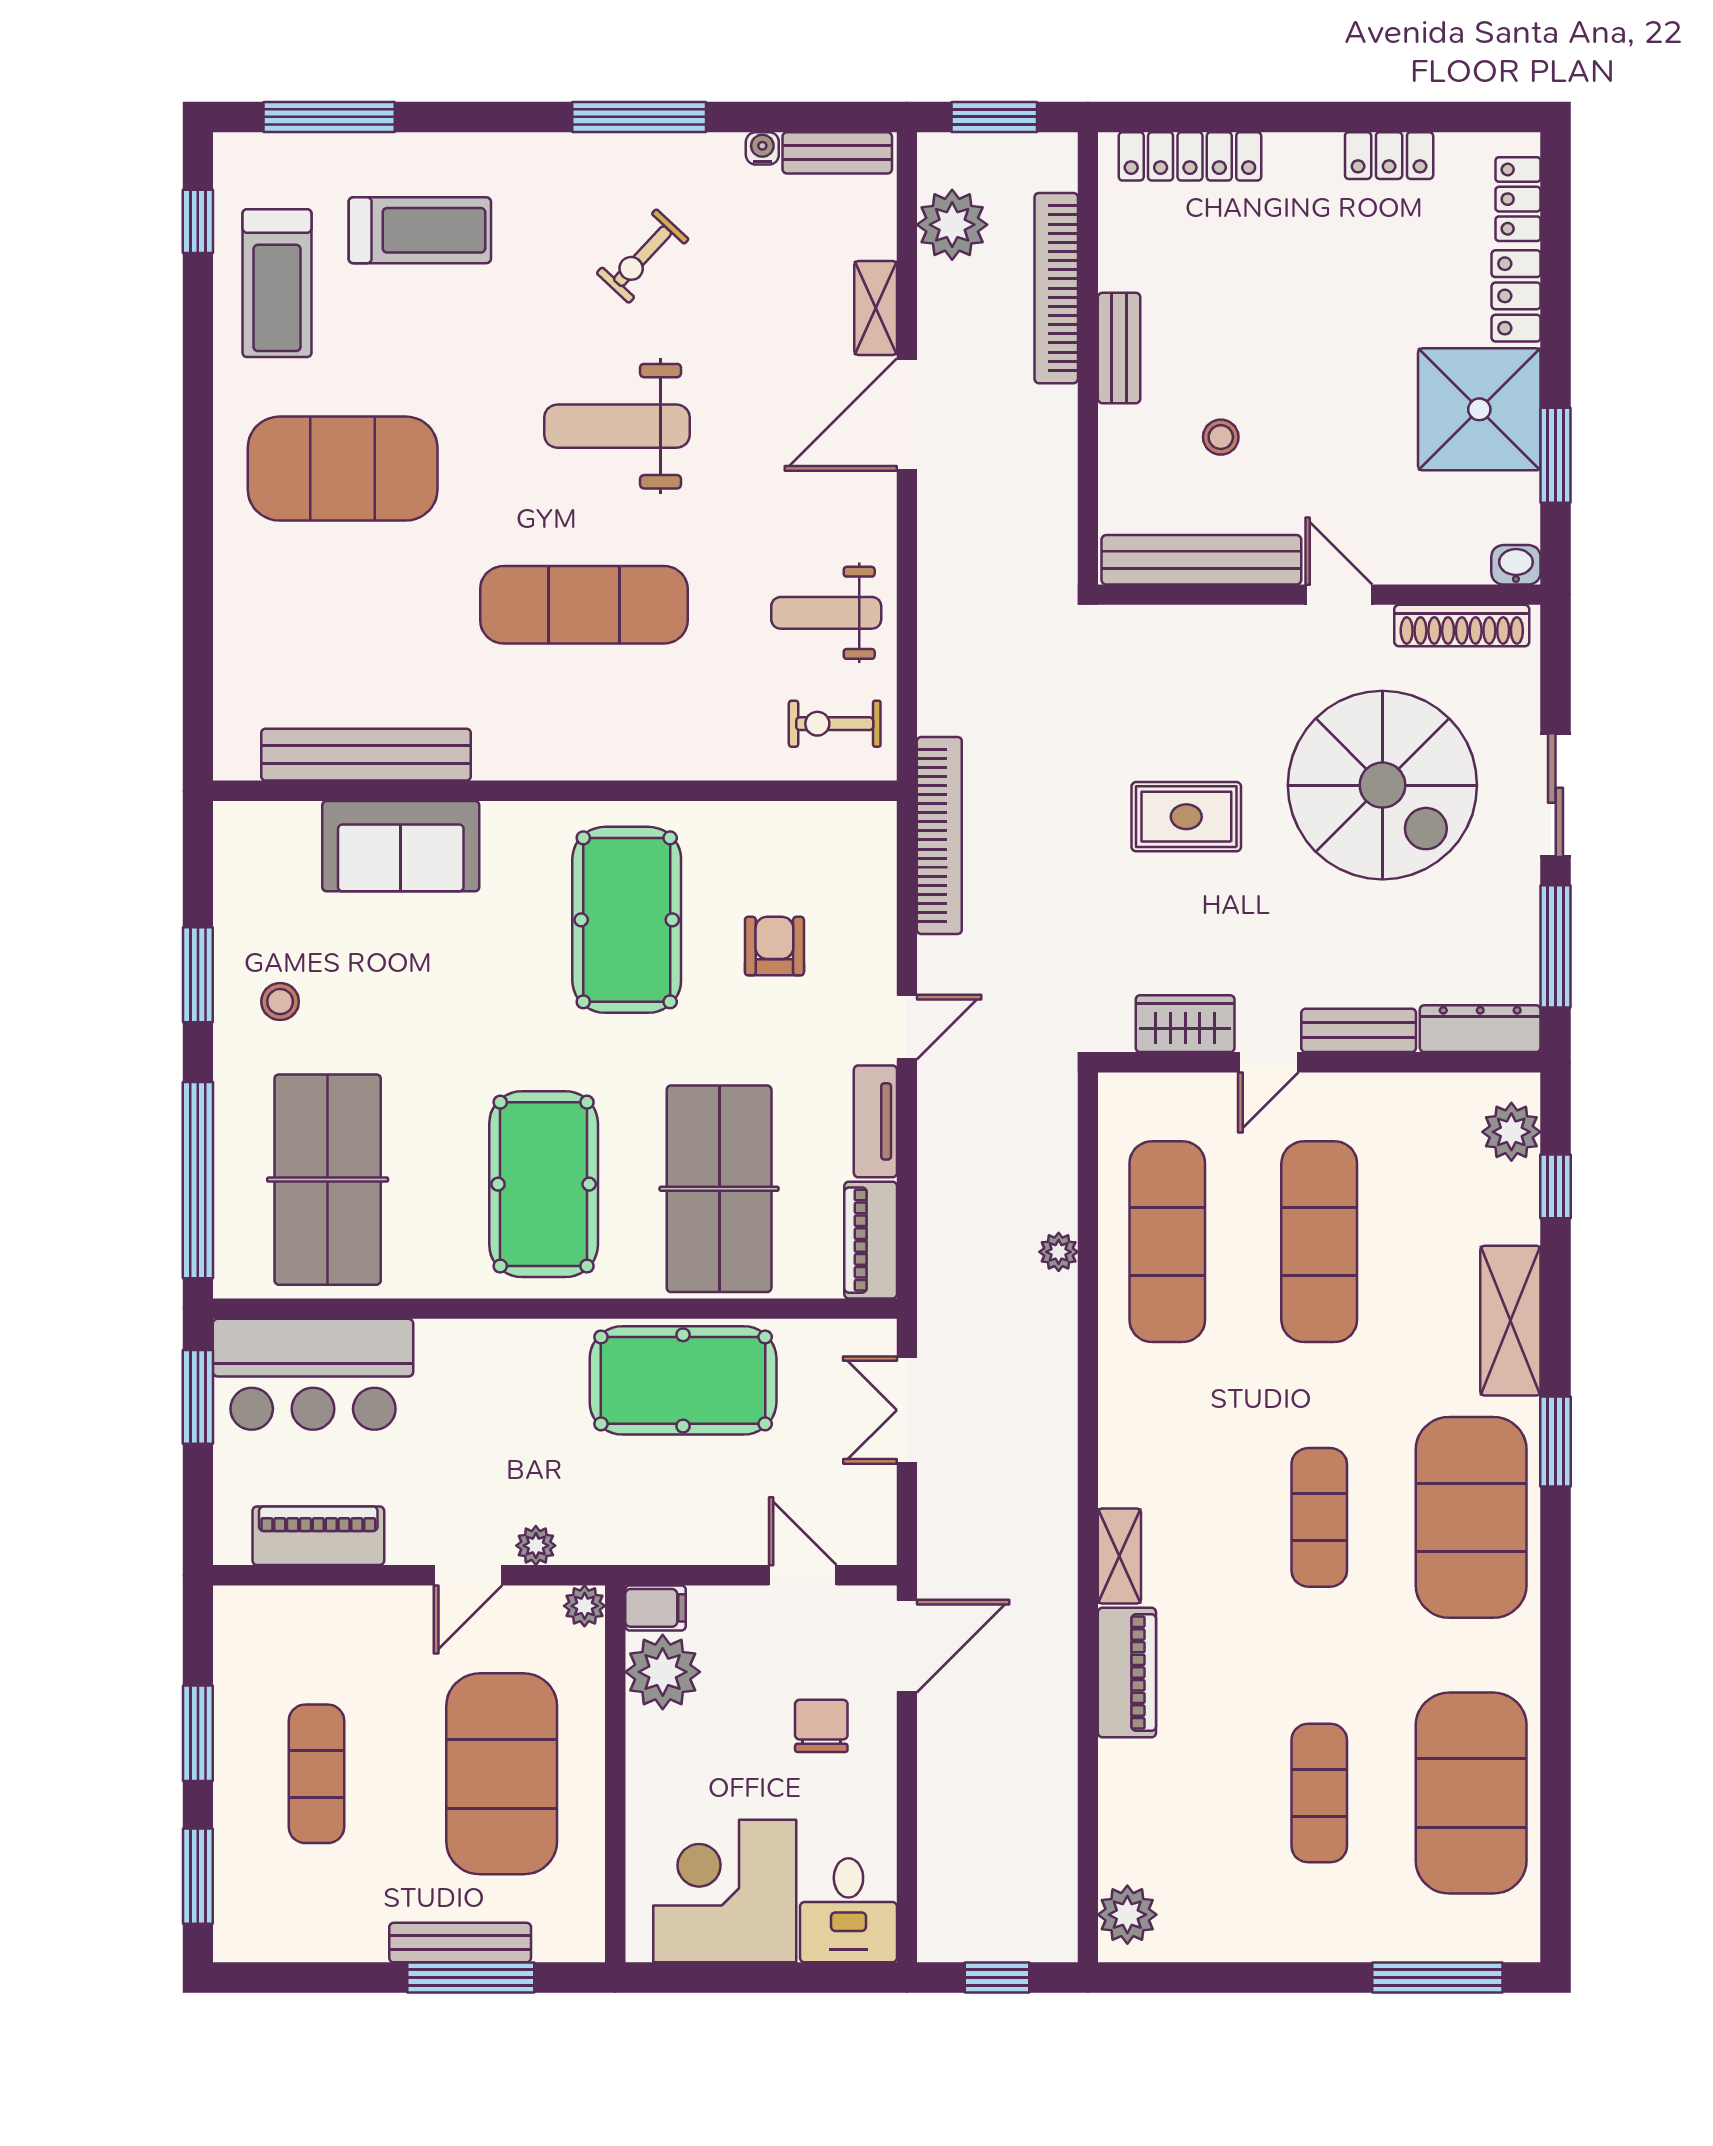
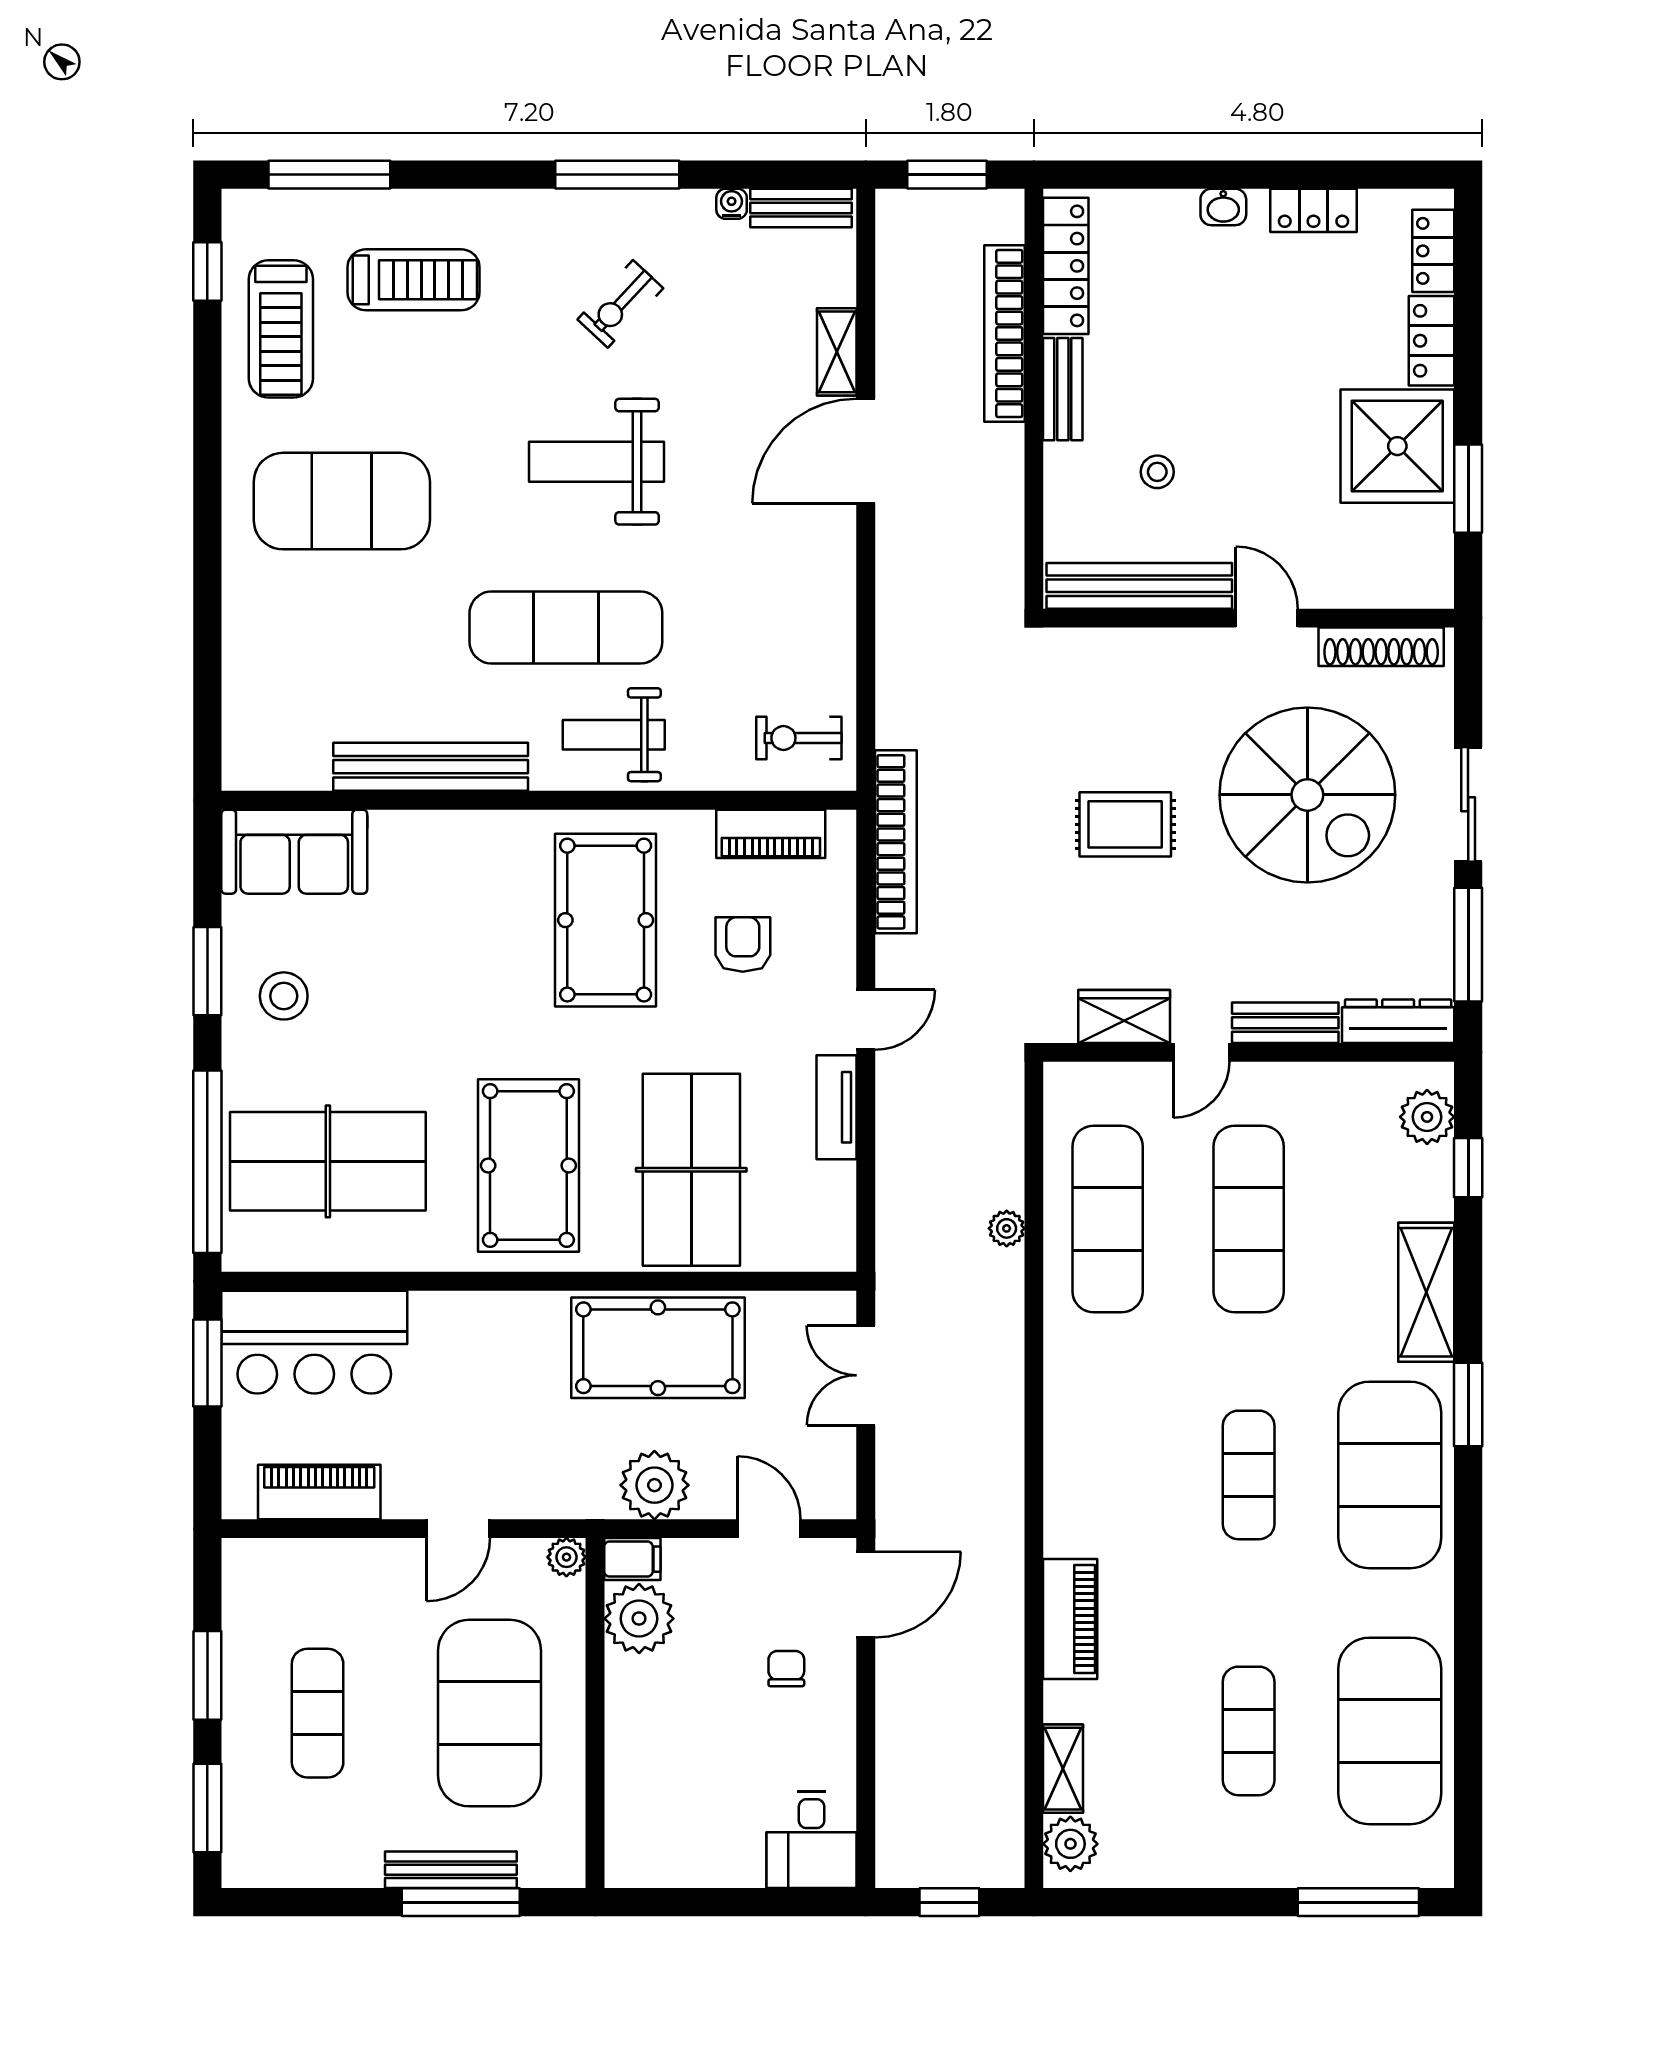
locker: (1190, 156) -> (1066, 266), moved, turned -90
plant: (952, 225) -> (908, 275), removed
washbasin: (1516, 565) -> (1223, 207), moved, turned 180
weight bench: (826, 613) -> (614, 735), moved
bench: (366, 755) -> (431, 767), moved
sofa: (401, 846) -> (294, 852), moved
stool: (280, 1002) -> (284, 996), width x1.37, depth x1.37
table tennis table: (328, 1180) -> (328, 1161), turned 90
piano: (871, 1240) -> (771, 834), moved, turned -90
plant: (536, 1546) -> (654, 1485), moved, width x1.87, depth x1.87
shelving: (1119, 1556) -> (1063, 1769), moved
chair: (821, 1726) -> (786, 1669), width x0.73, depth x0.73
corner desk: (725, 1891) -> (697, 1822), removed

